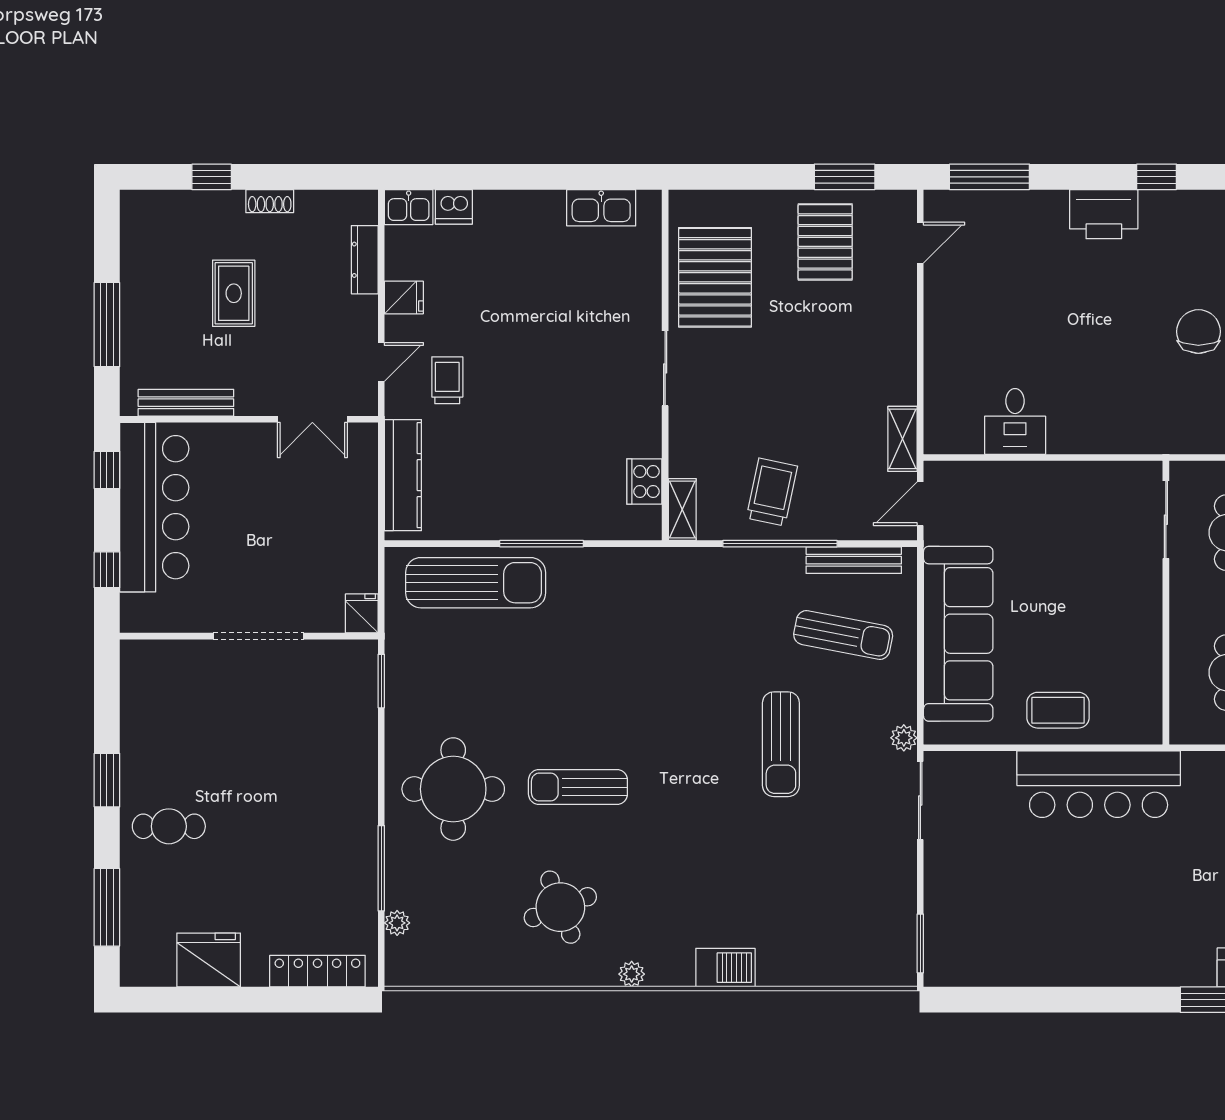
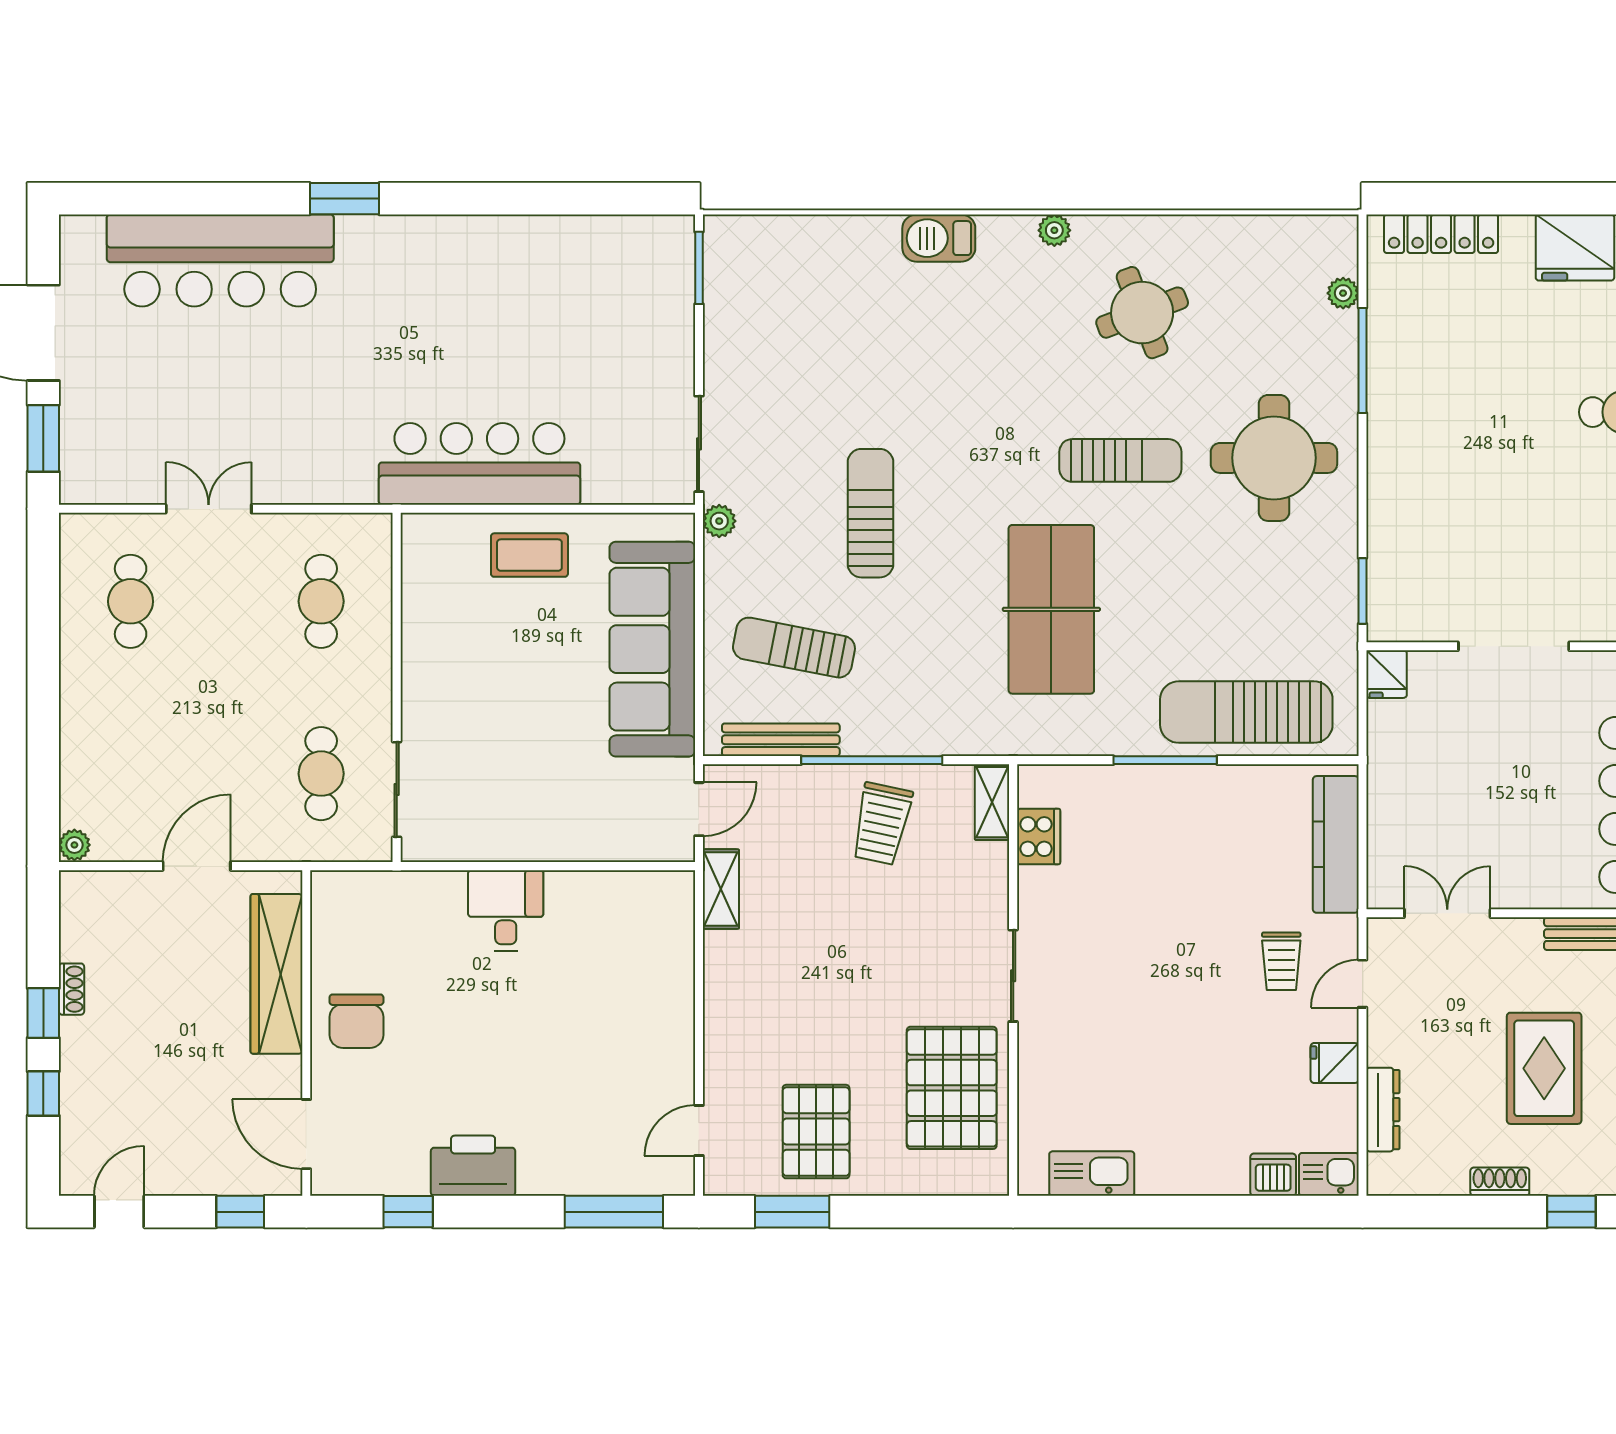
rug: (234, 293) -> (1544, 1068), width x1.36, depth x1.43
desk: (1015, 421) -> (506, 910), moved
table tennis table: (634, 666) -> (1051, 609), added

